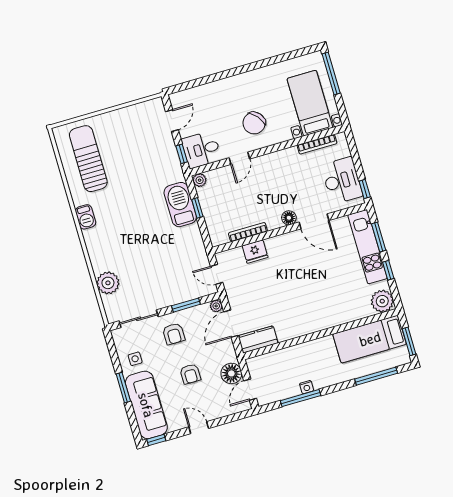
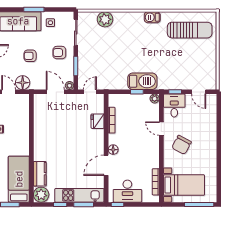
chair: (254, 123) -> (182, 145), turned -112
kitchen counter: (258, 339) -> (40, 174), moved

